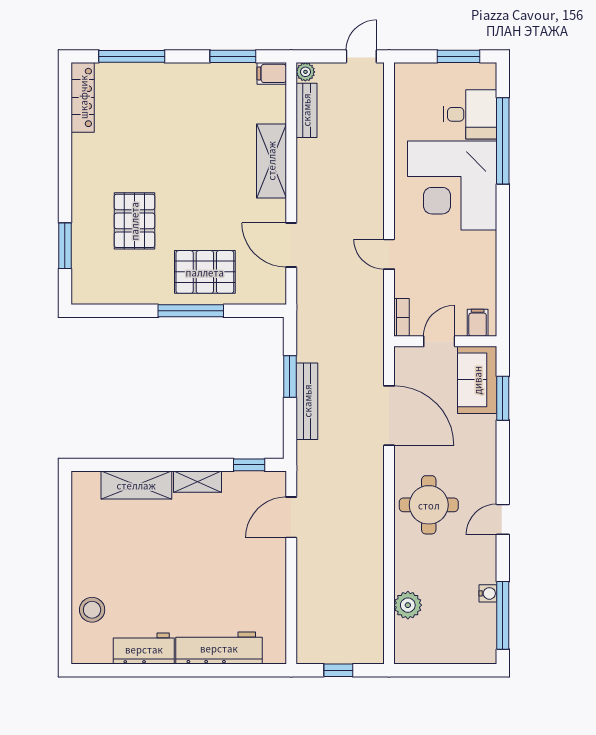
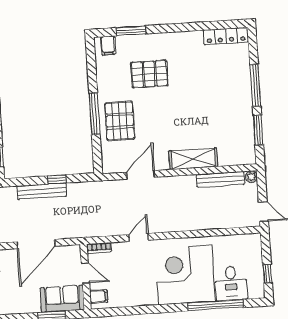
window: (132, 56) -> (255, 85), moved
window: (459, 56) -> (267, 274), width x0.67
filing cabinet: (272, 73) -> (108, 45), moved, turned 180
bench: (306, 110) -> (220, 179), width x1.36
window: (290, 377) -> (57, 179), width x0.67

